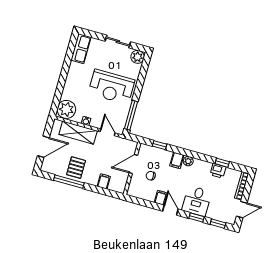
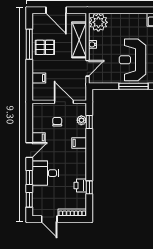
window: (131, 115) -> (134, 86), moved
plant: (188, 161) -> (81, 120), moved

